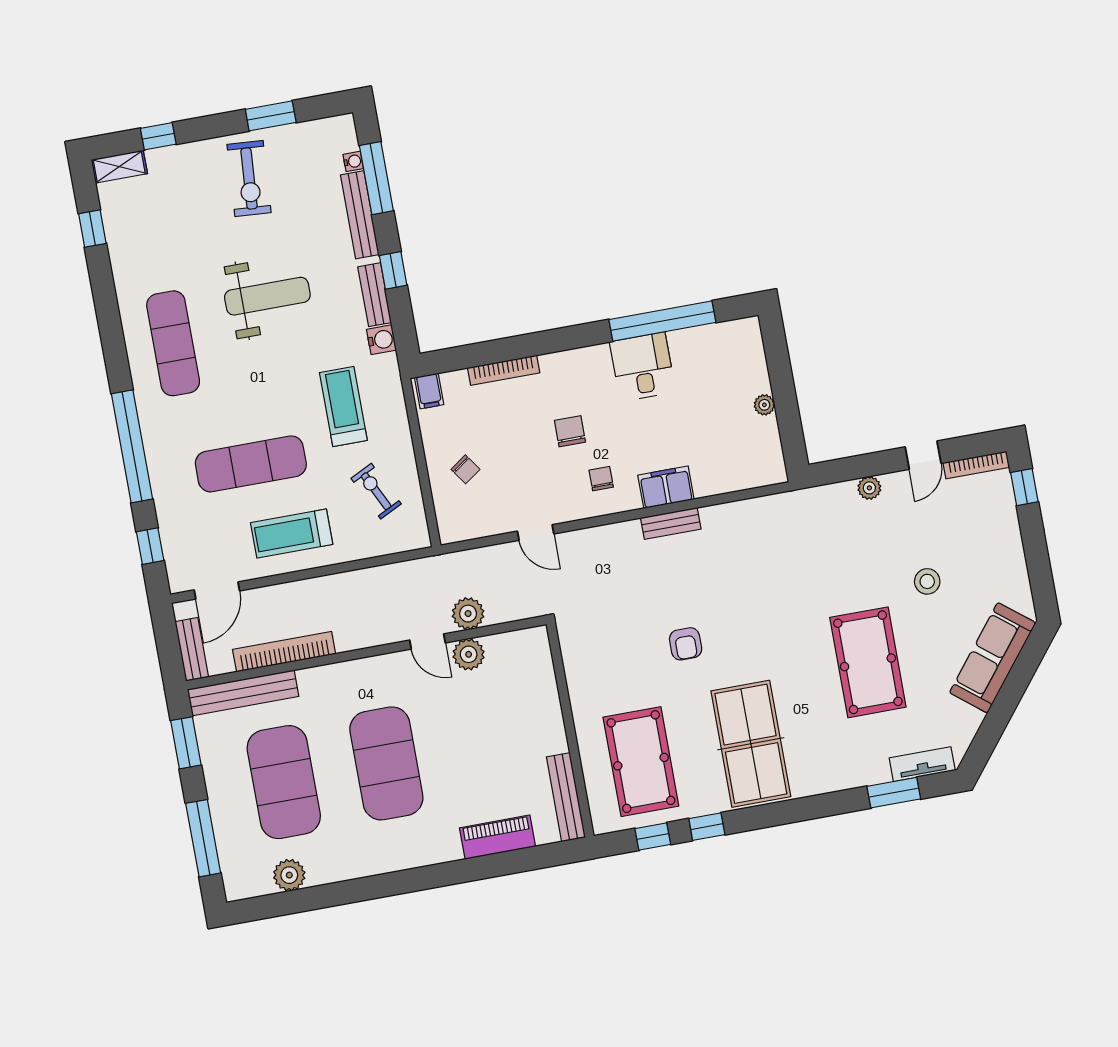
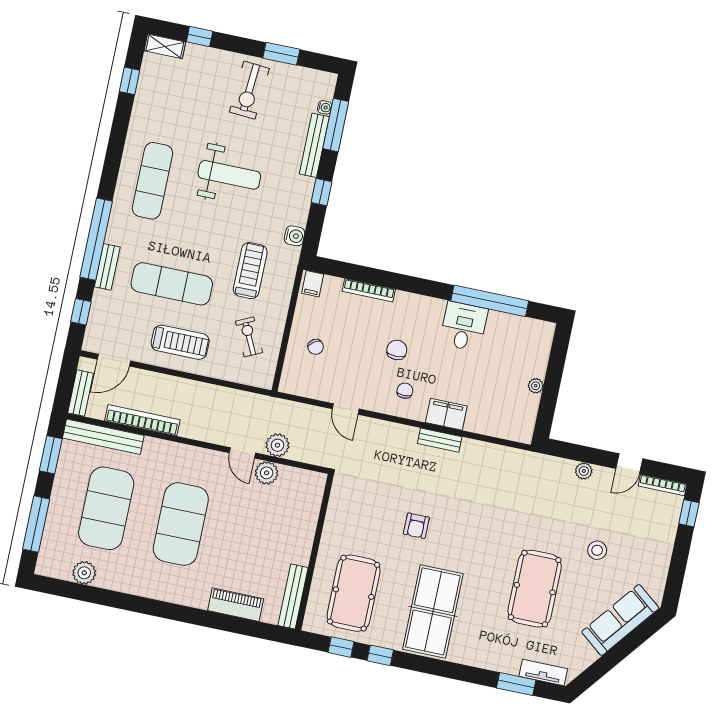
bench: (375, 295) -> (107, 267), moved
treadmill: (292, 534) -> (180, 342), turned 180

